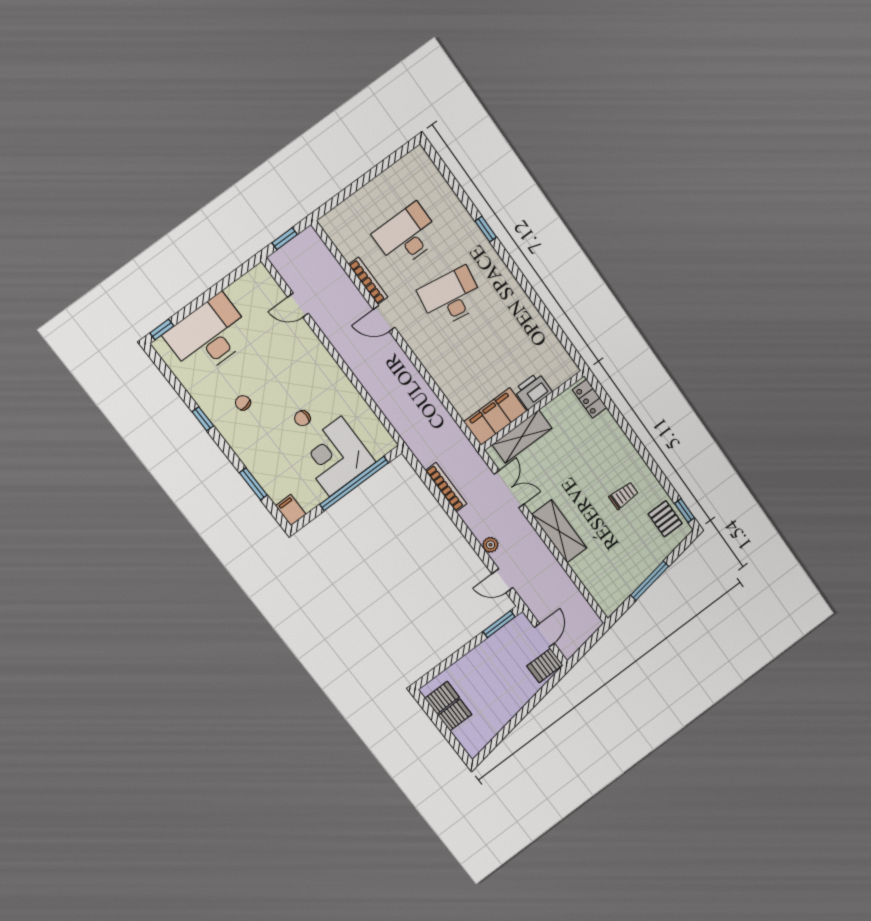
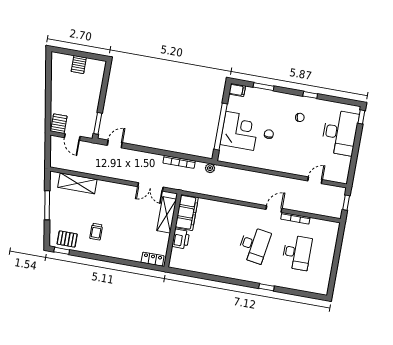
shelving: (559, 531) -> (77, 183), moved
plant: (490, 545) -> (210, 168), moved
server rack: (442, 698) -> (92, 67), removed

